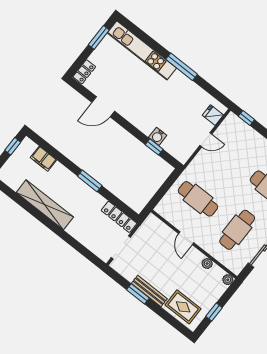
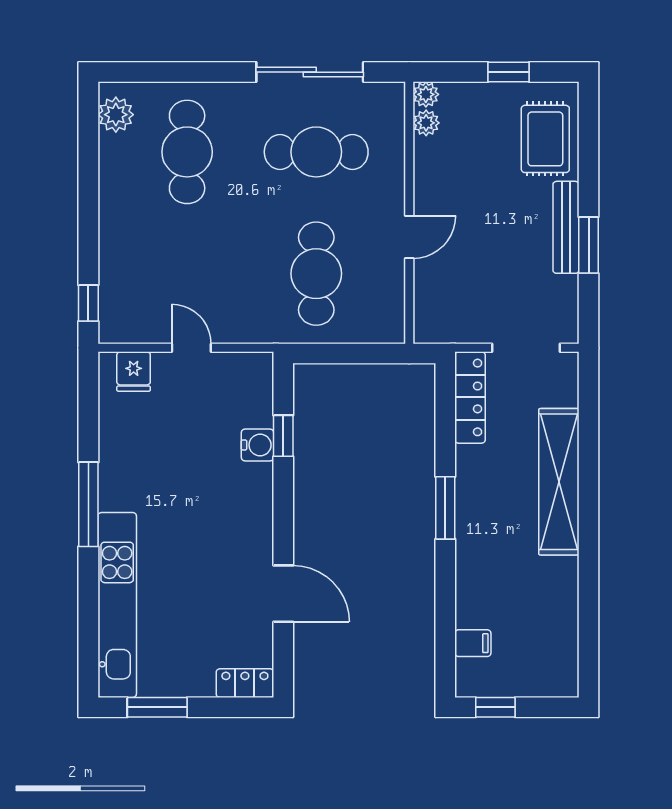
filing cabinet: (43, 159) -> (473, 643), width x0.50
shelving: (45, 205) -> (559, 482), moved
plant: (207, 264) -> (426, 123), moved

